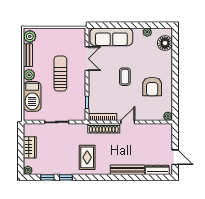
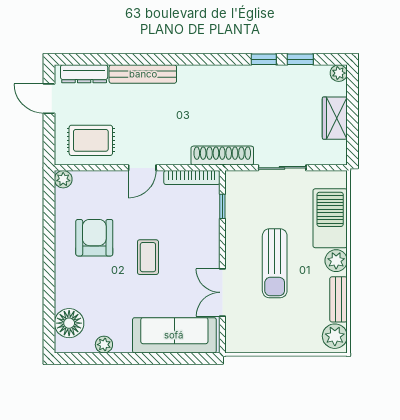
shoe rack: (104, 128) -> (222, 156), moved
rug: (87, 157) -> (91, 140), moved, turned 90

